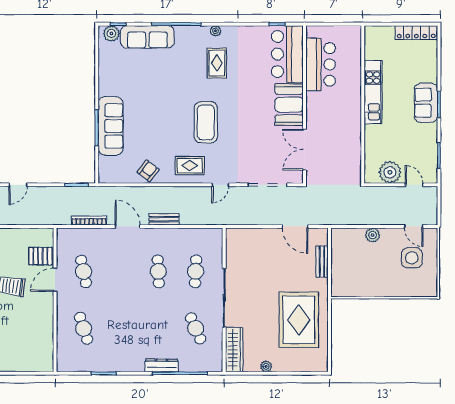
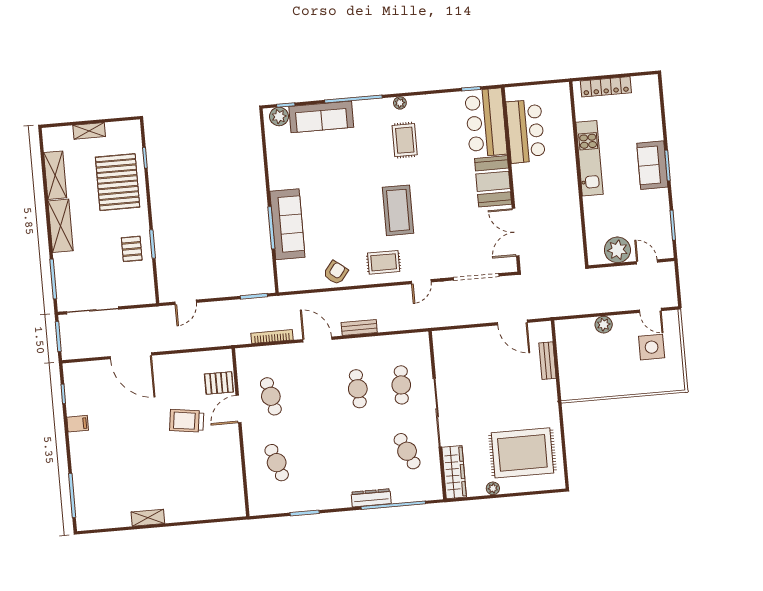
locker: (416, 33) -> (606, 87), moved
rug: (299, 320) -> (522, 453), moved, turned 90

